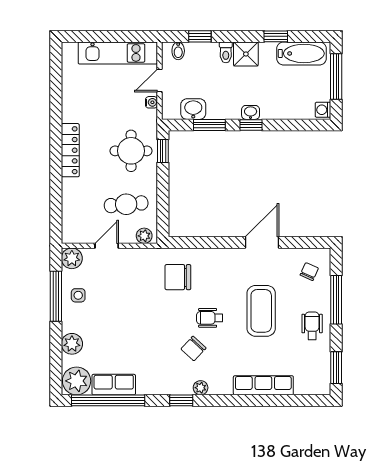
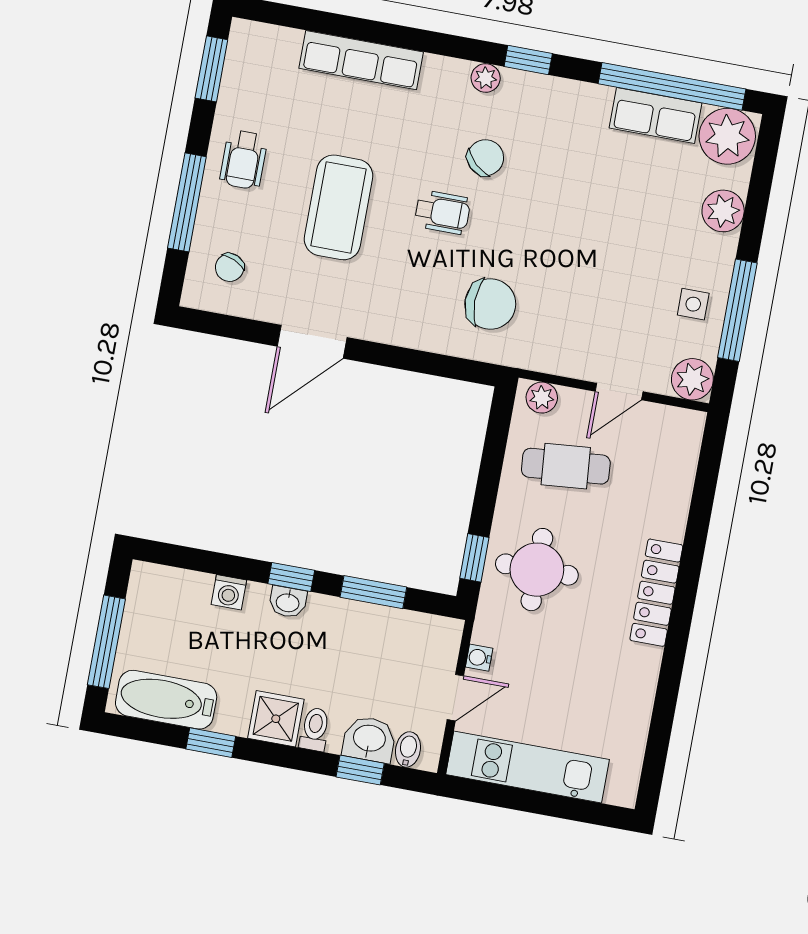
washbasin: (193, 109) -> (369, 739), moved, turned 180
washing machine: (323, 110) -> (229, 592), moved, turned 90

